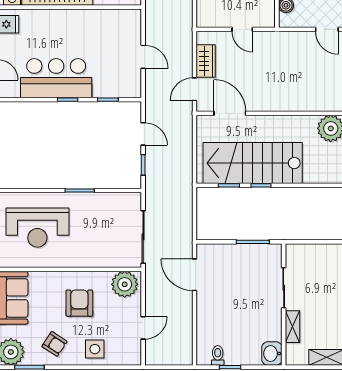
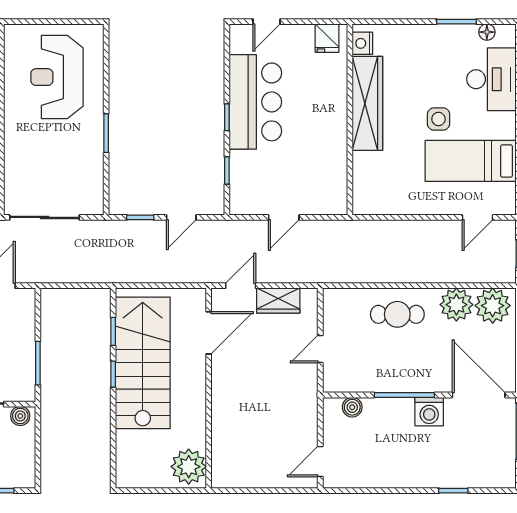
door: (195, 89) -> (241, 286), hinge flipped
boiler: (293, 255) -> (20, 416), added

